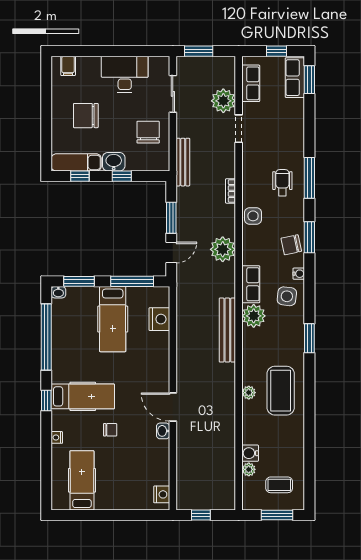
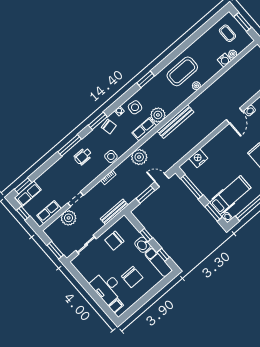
desk: (125, 74) -> (107, 287), moved
hospital bed: (113, 319) -> (230, 195), moved

